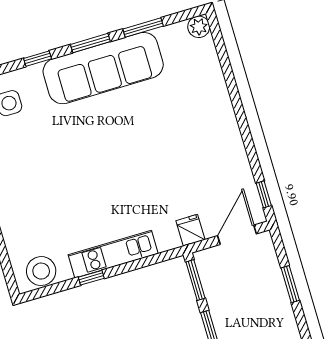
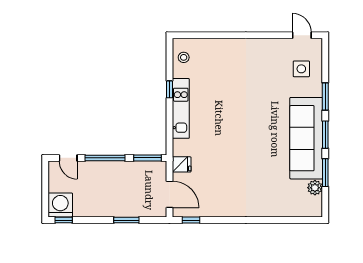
plant: (199, 27) -> (315, 188), moved
window: (38, 59) -> (325, 97), width x1.50
stool: (41, 271) -> (184, 57), width x0.53, depth x0.53

